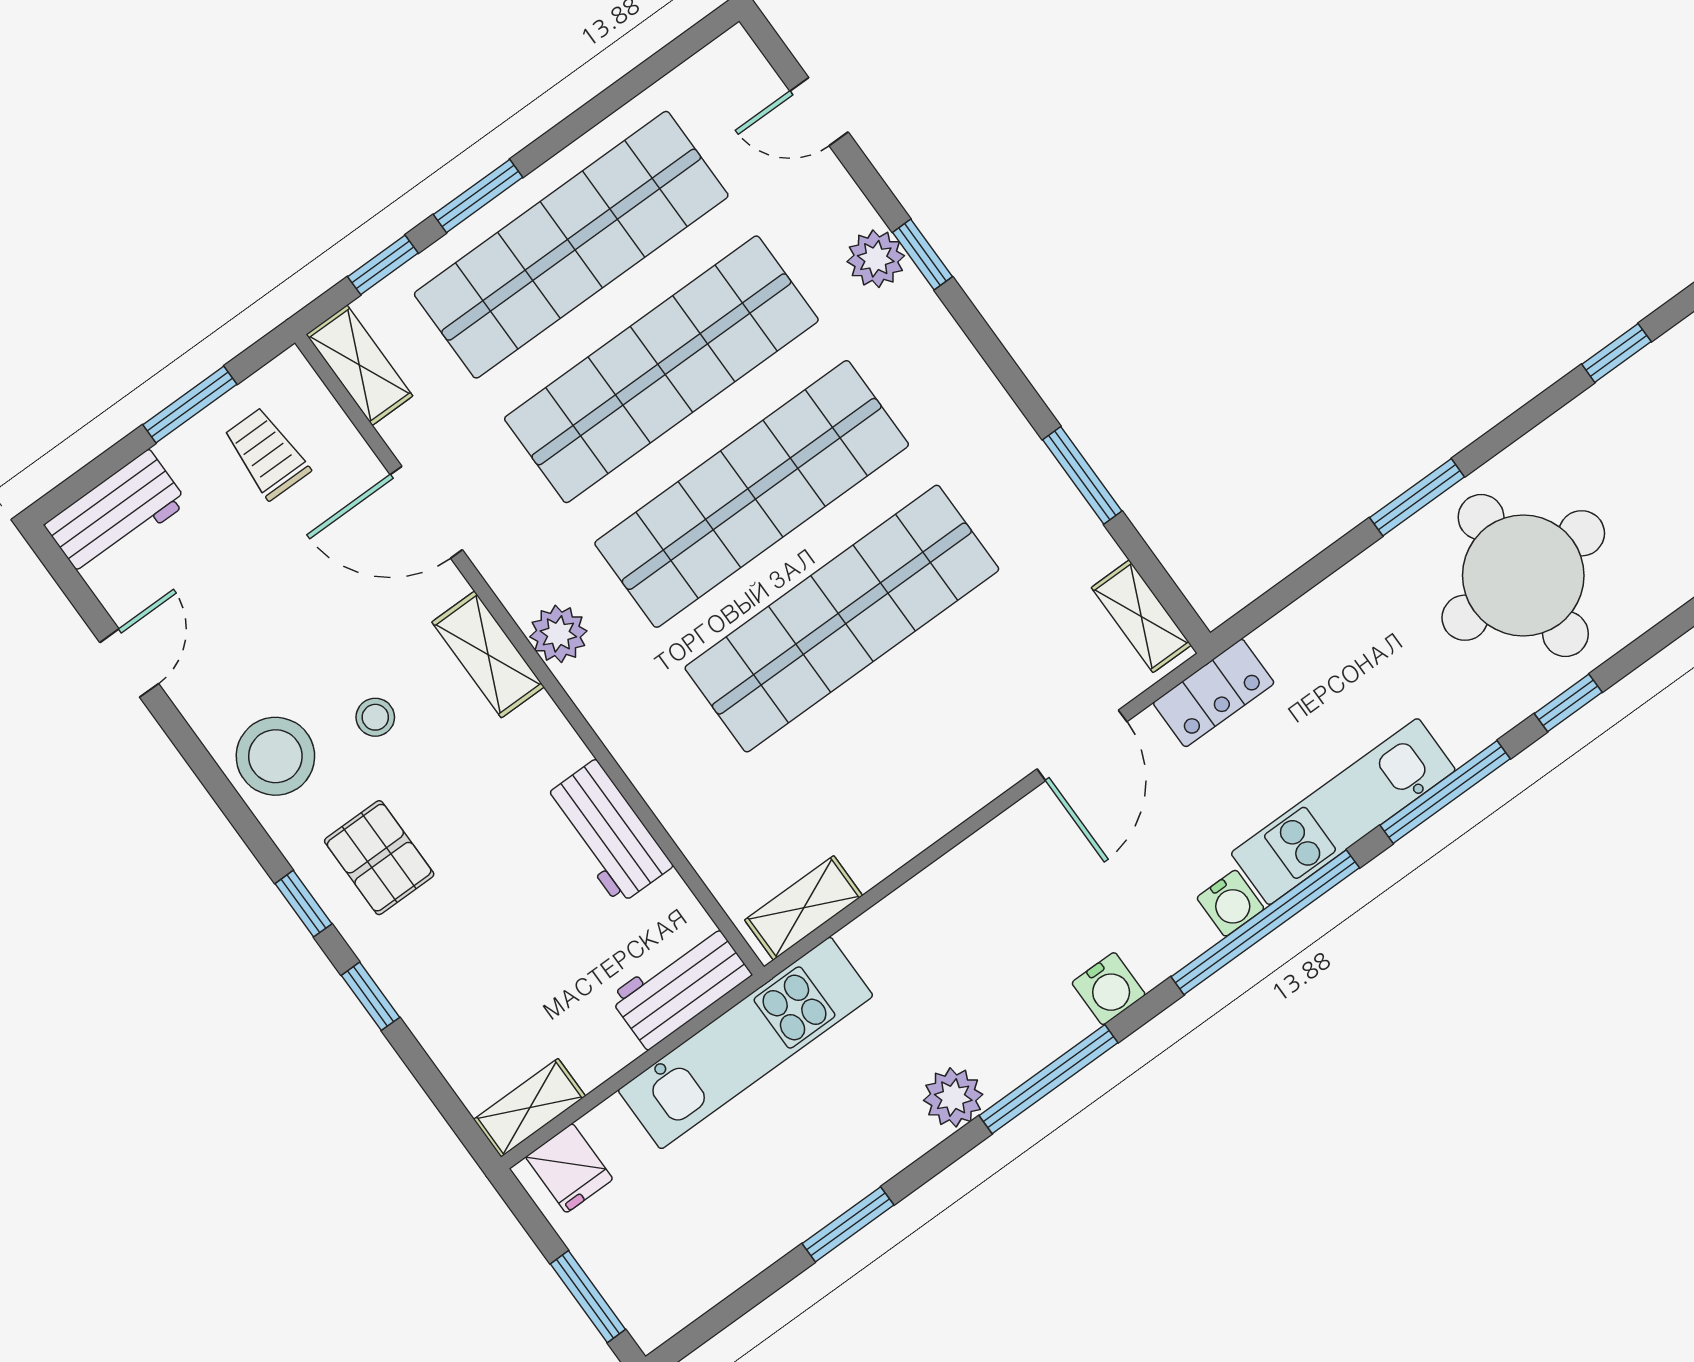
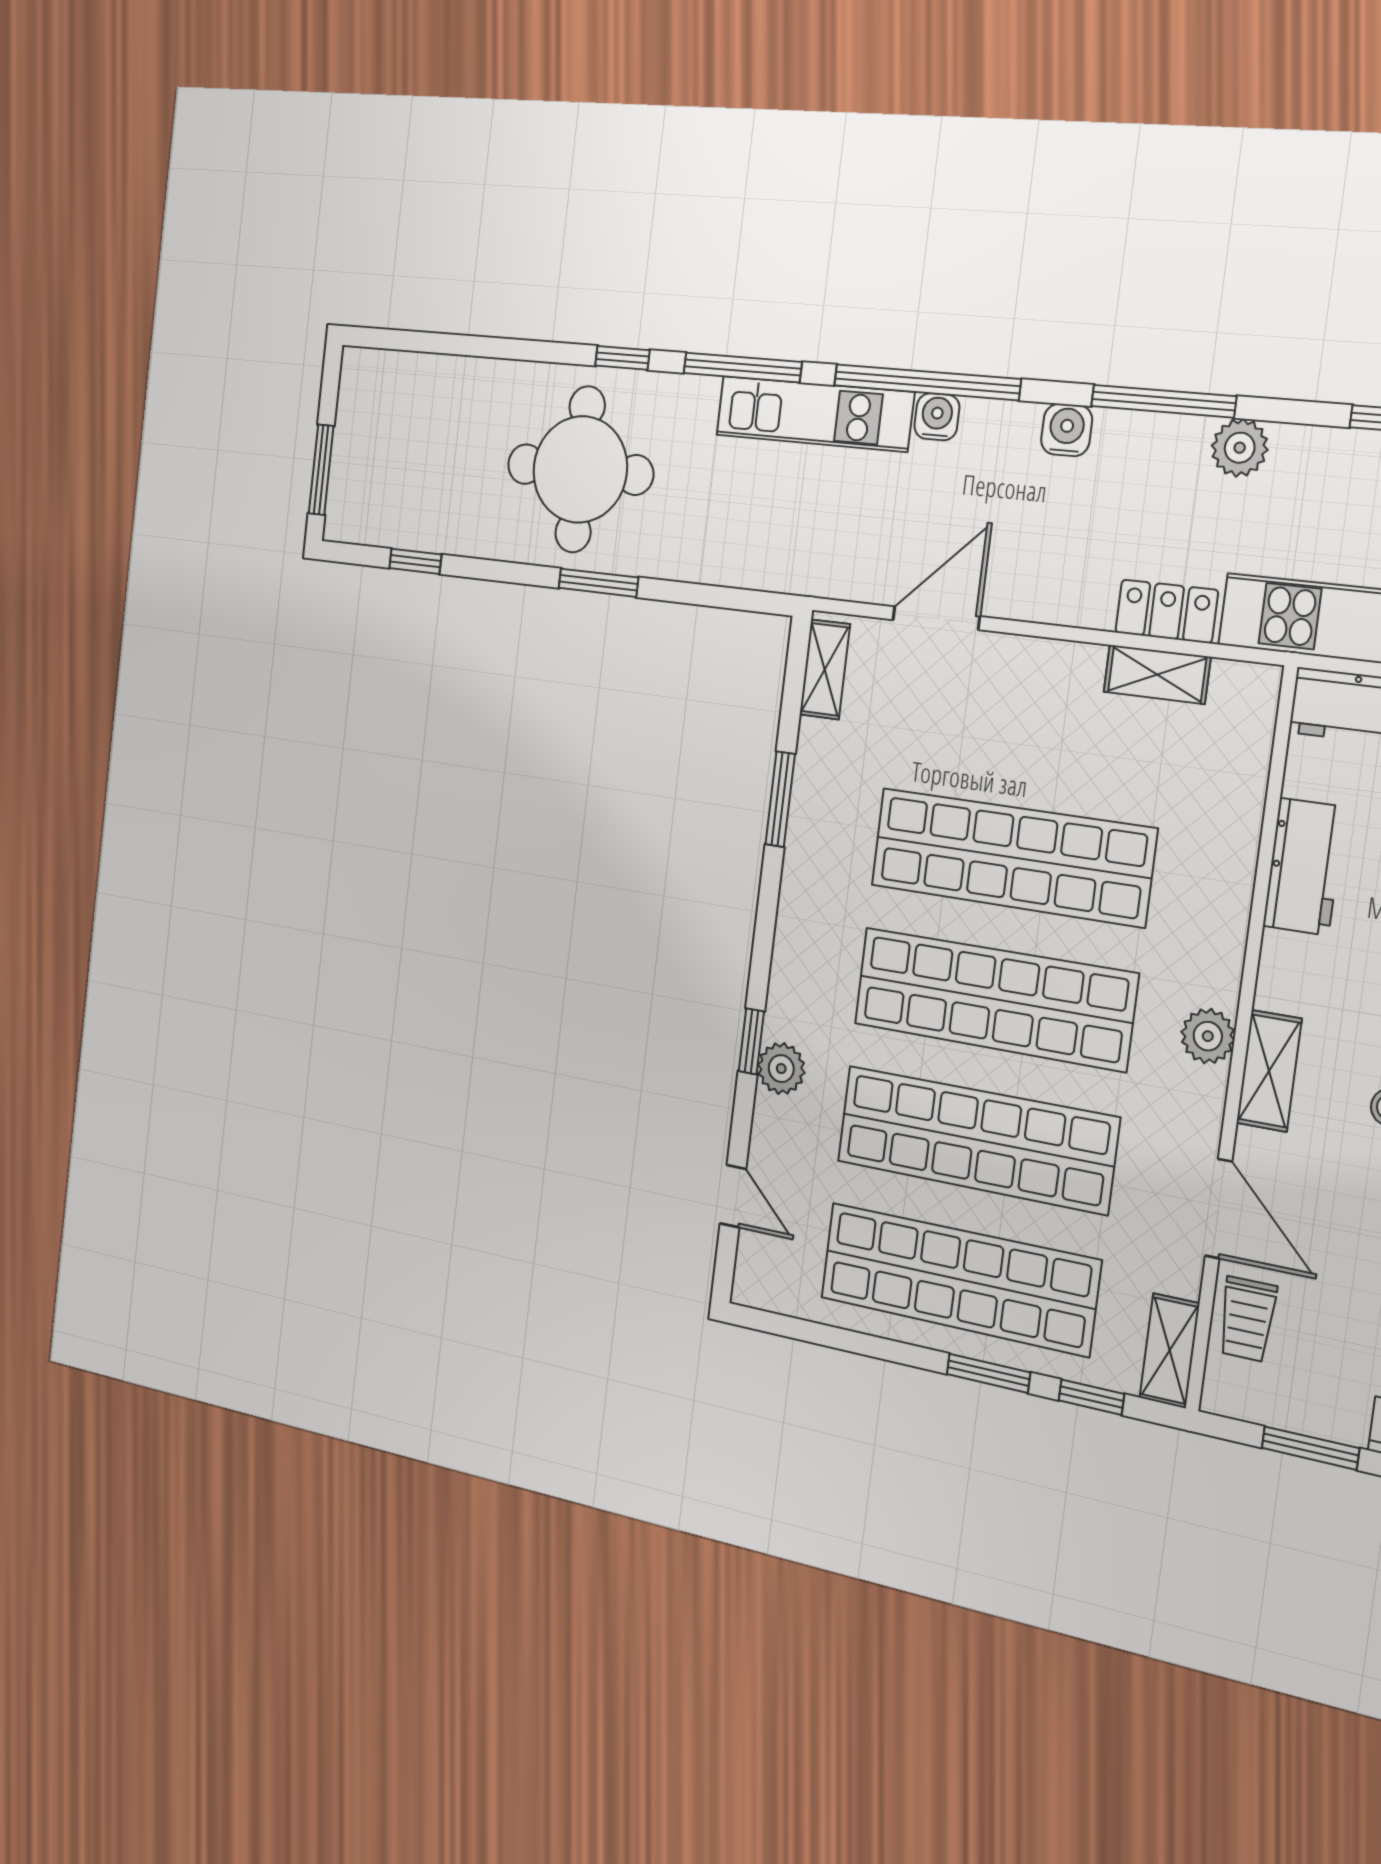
trolley: (267, 454) -> (1247, 1319), moved
locker: (1214, 693) -> (1167, 611), moved
shelving: (804, 908) -> (1157, 674), moved

